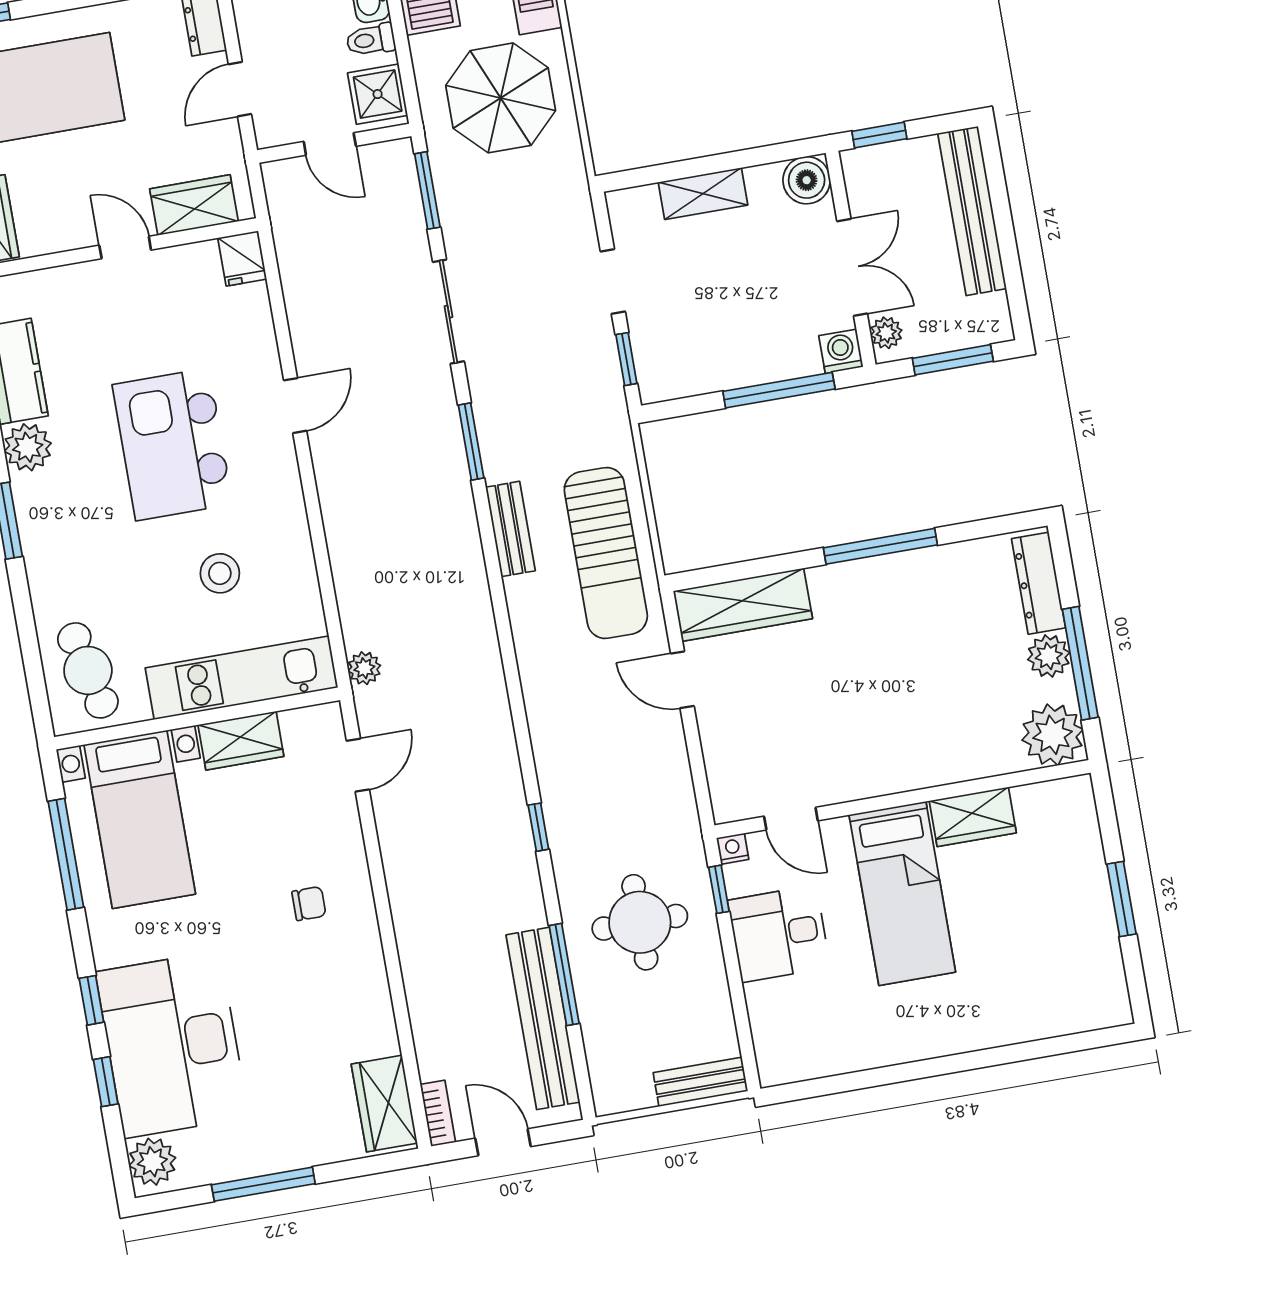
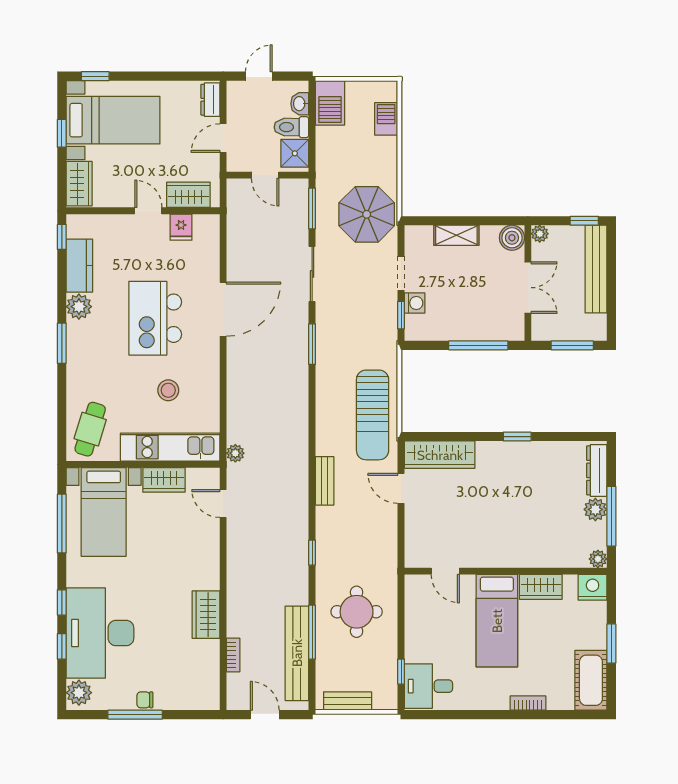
toilet: (371, 40) -> (291, 127), width x1.37, depth x1.39
parasol: (501, 98) -> (367, 214), moved
window: (879, 135) -> (584, 221), moved
fridge: (242, 258) -> (181, 227), moved
plant: (886, 333) -> (540, 234), moved
washing machine: (841, 351) -> (415, 303), moved, turned 90
door: (295, 406) -> (223, 309), width x1.88
bench: (510, 529) -> (325, 481), moved
window: (880, 546) -> (517, 437), width x0.46
cafe table: (88, 670) -> (90, 429), turned 30
plant: (1053, 735) -> (598, 559), width x0.53, depth x0.53
door: (358, 765) -> (223, 503), swing flipped
nightstand: (733, 849) -> (593, 587), moved, width x1.89, depth x1.79
window: (719, 889) -> (401, 672), moved
chair: (309, 904) -> (145, 700), moved, turned 180
desk: (779, 934) -> (428, 686), moved
cot: (1096, 973) -> (591, 680), added
bookcase: (986, 1036) -> (528, 703), added
bench: (700, 1082) -> (348, 701), moved
wardrobe: (384, 1104) -> (206, 615), moved
bookcase: (438, 1113) -> (233, 655), moved

